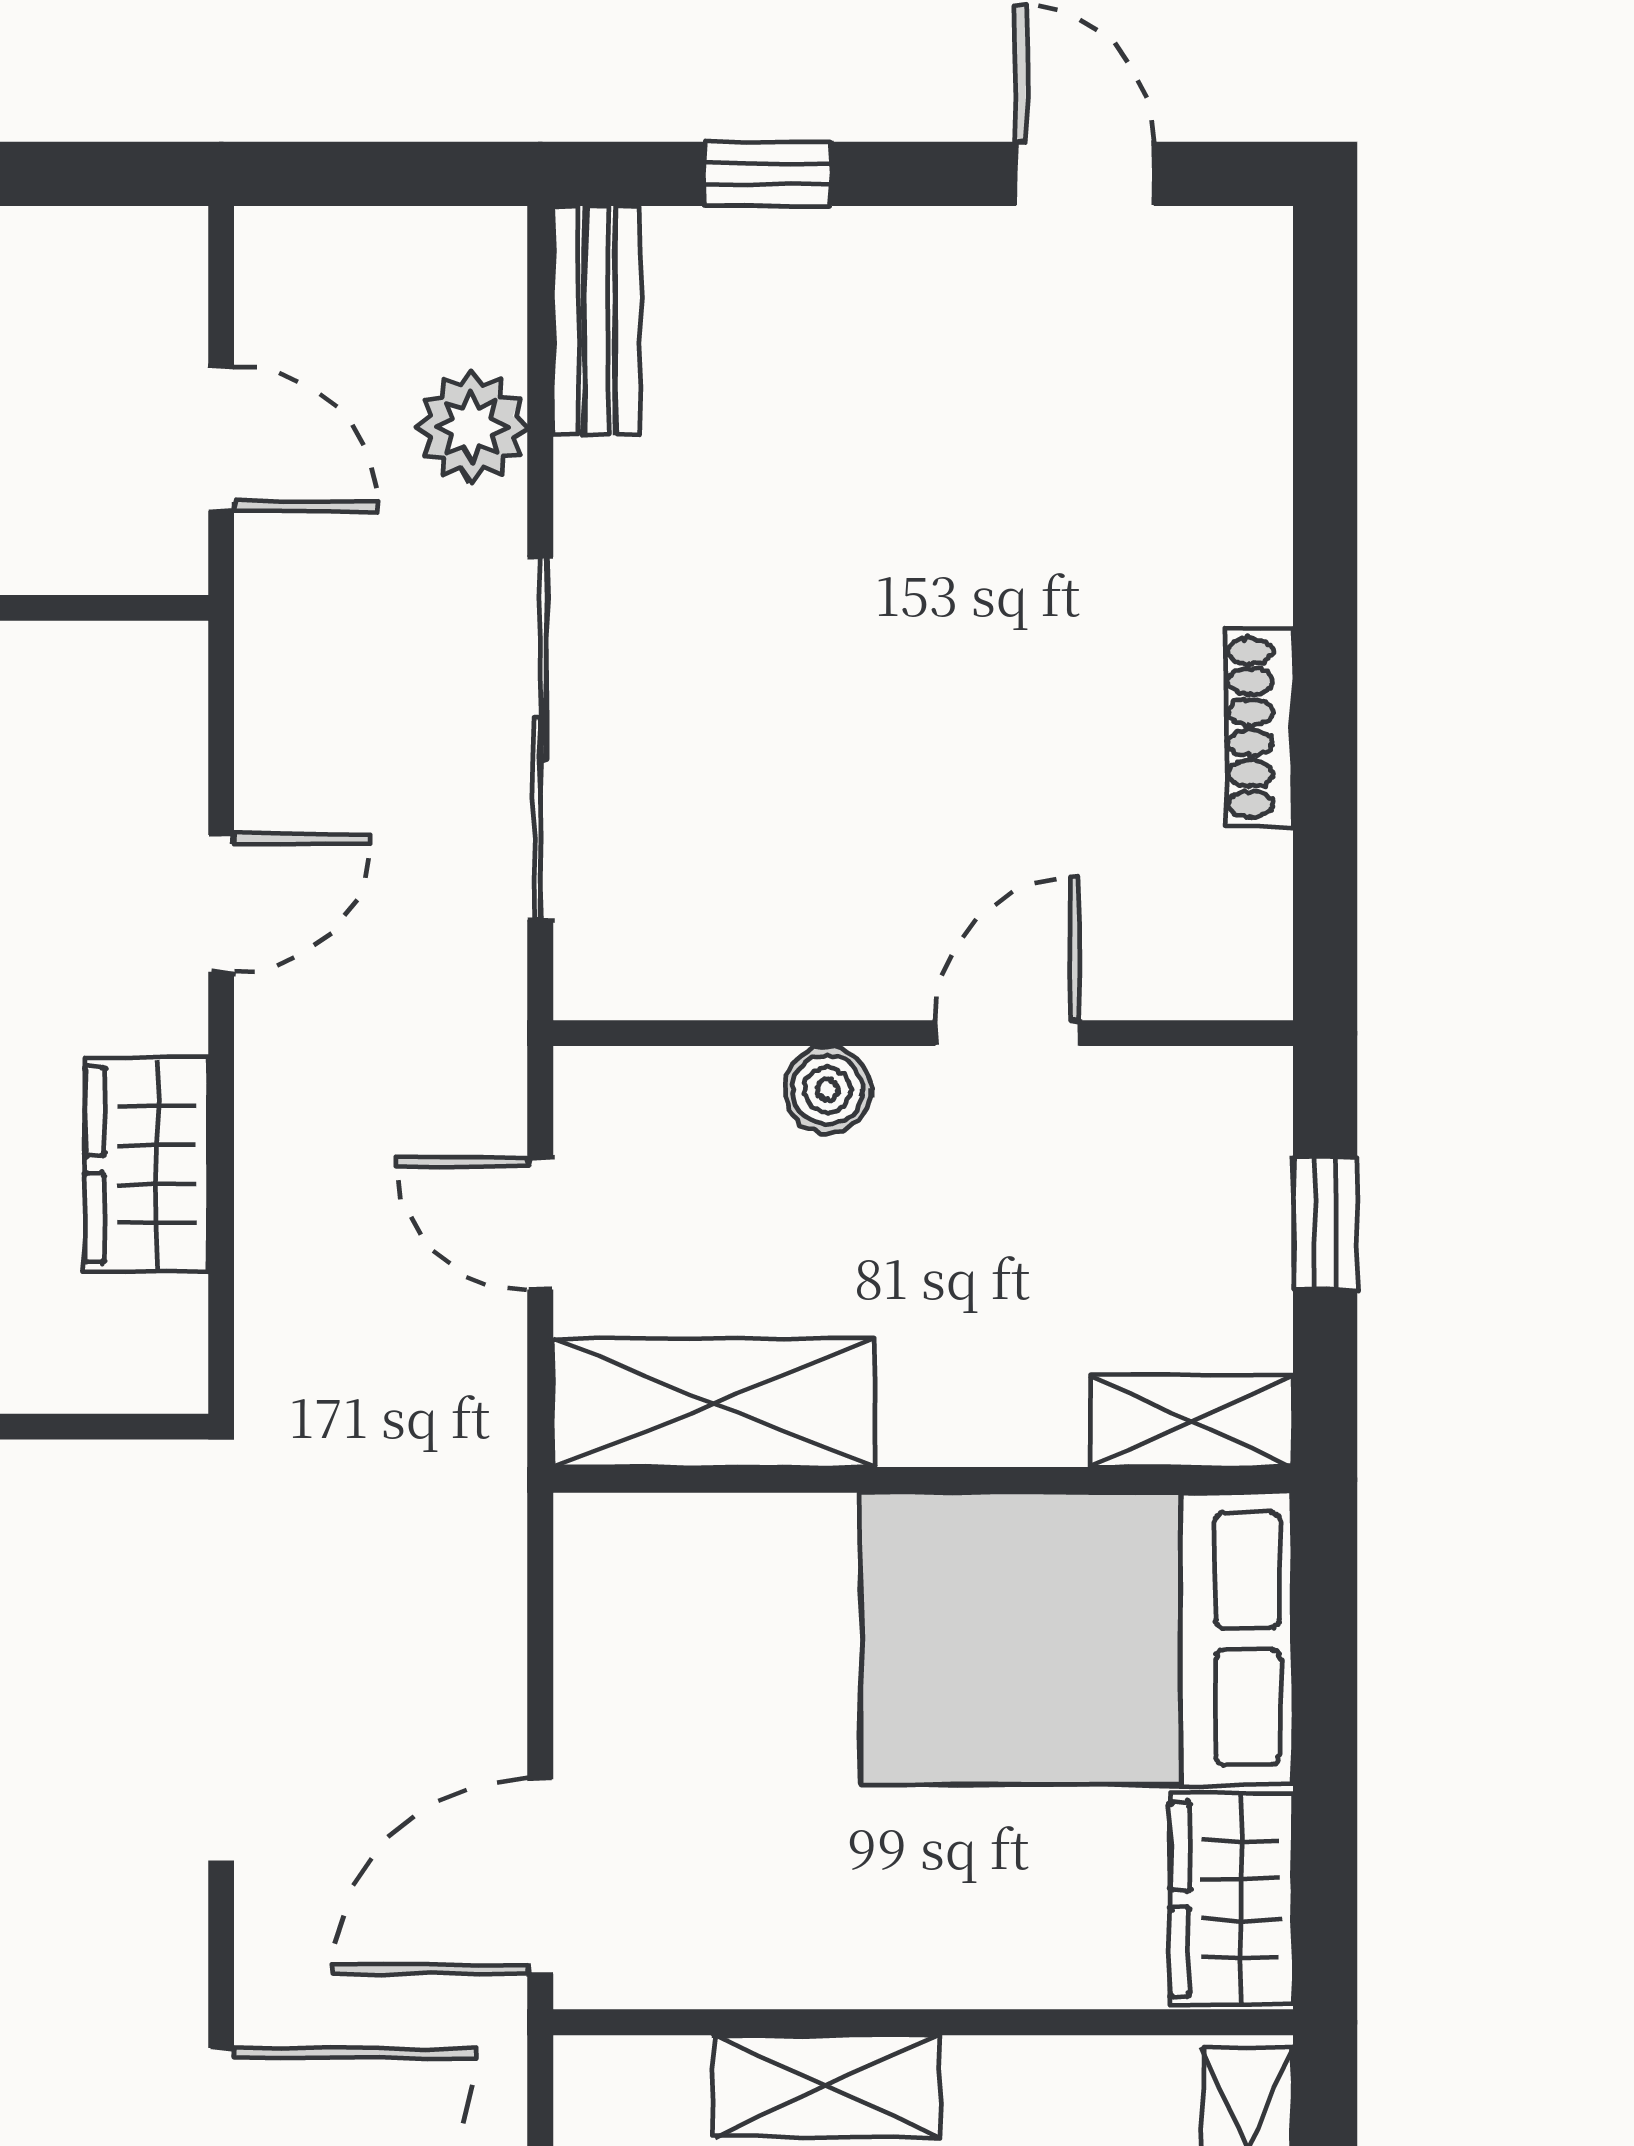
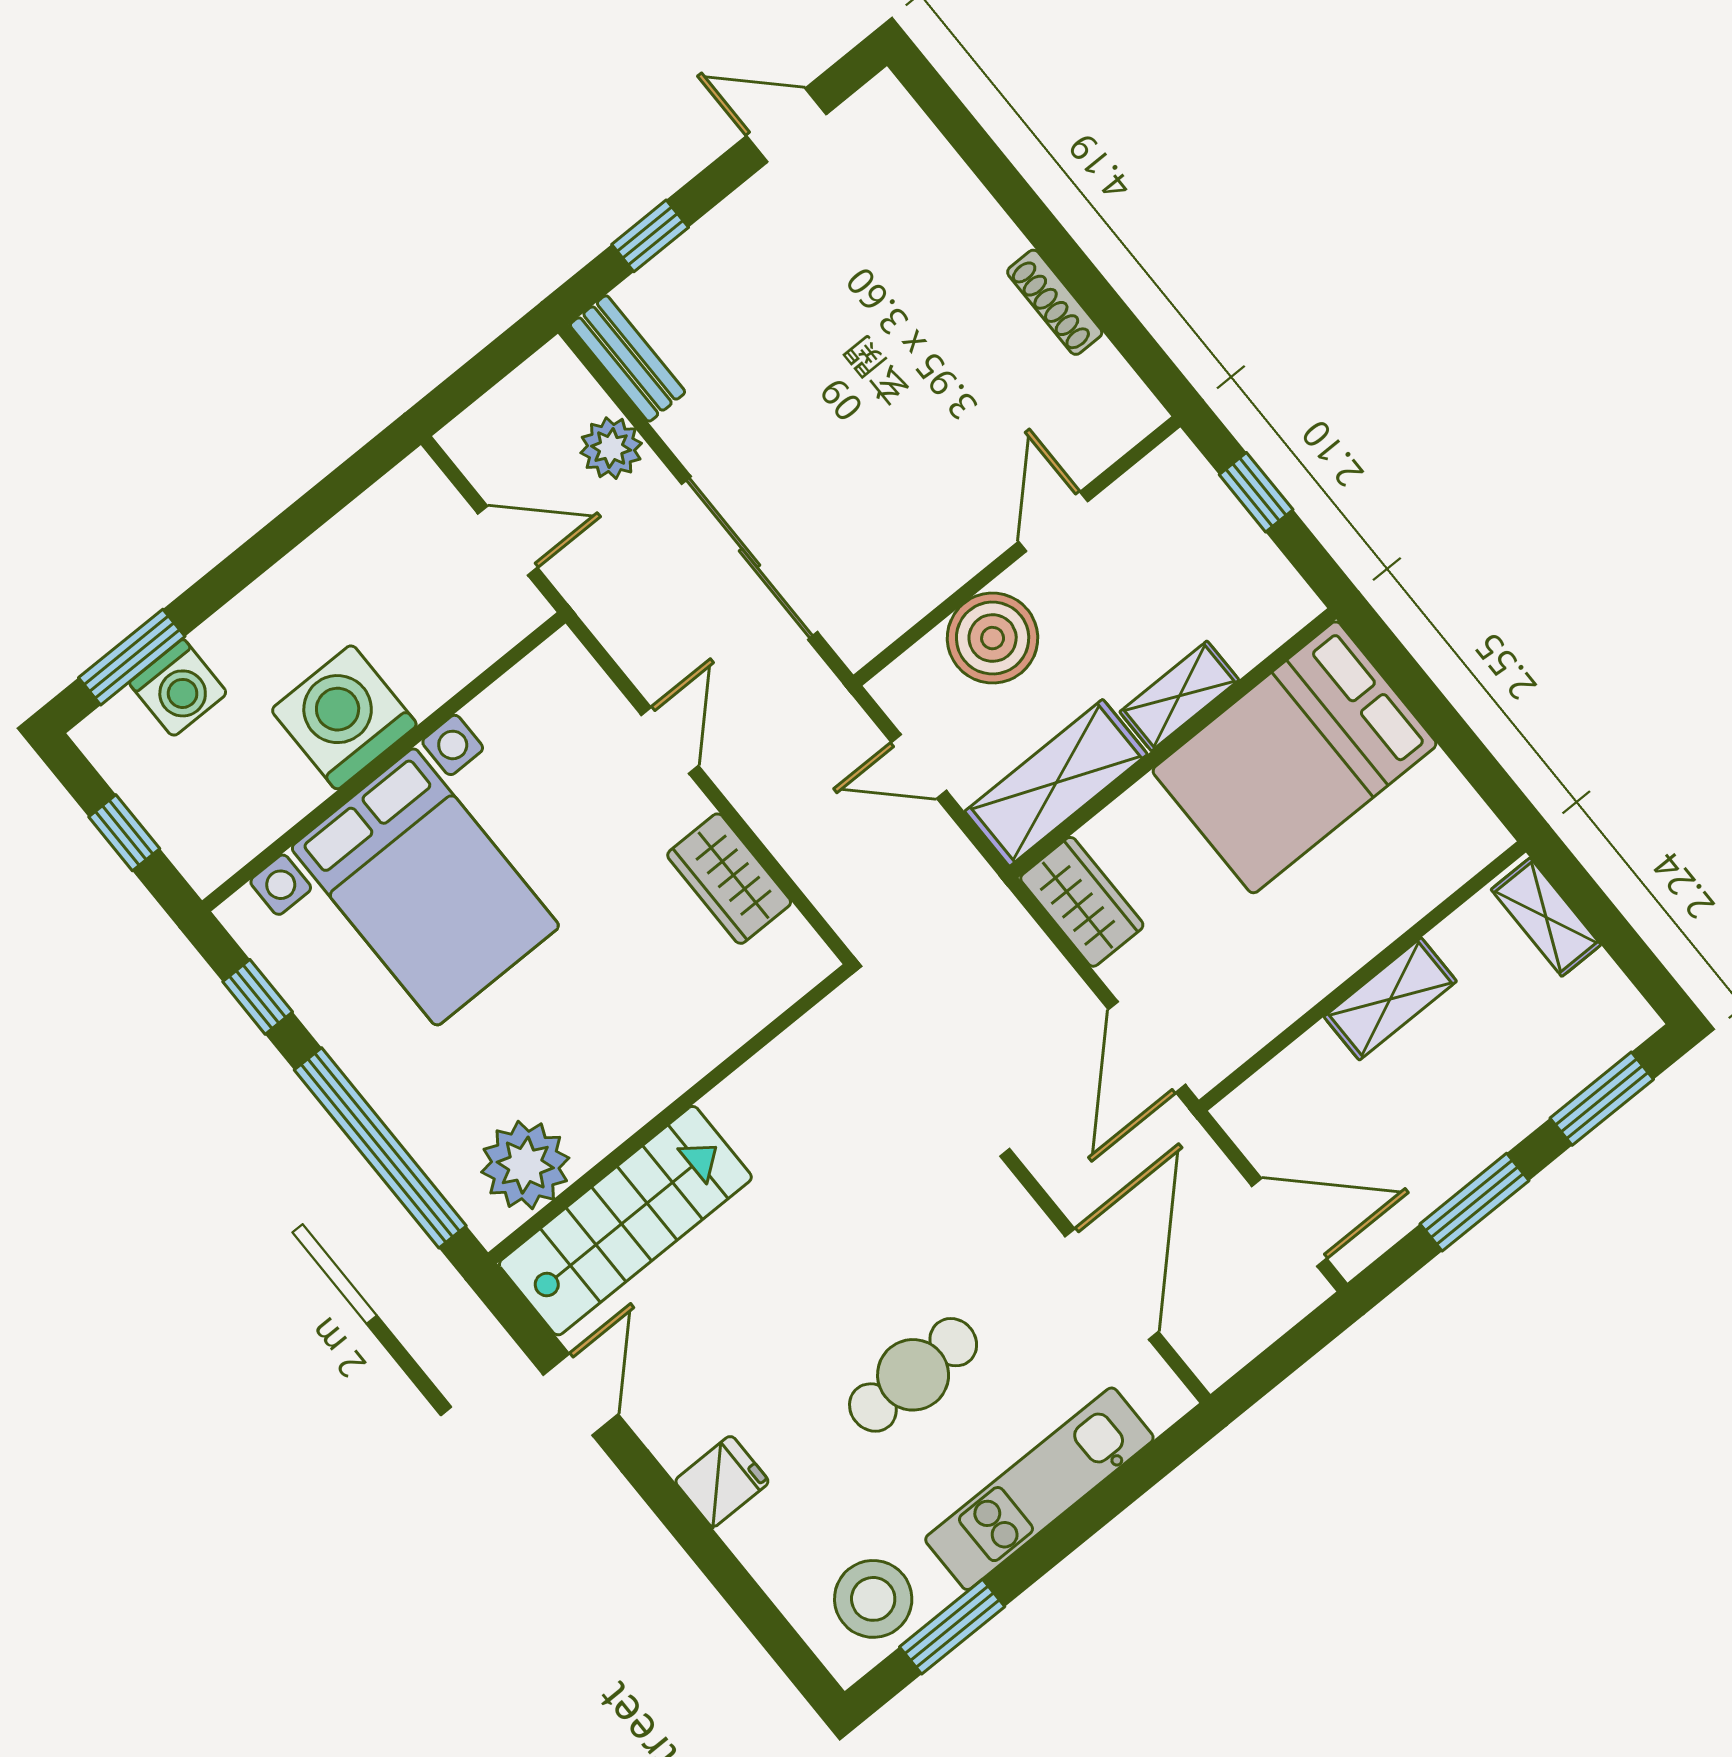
boiler: (828, 1090) -> (993, 638), width x1.86, depth x1.86
shelving: (1191, 1421) -> (1179, 696), moved
wardrobe: (1232, 1899) -> (1082, 902), moved, turned 180
shelving: (826, 2086) -> (1390, 999), moved

